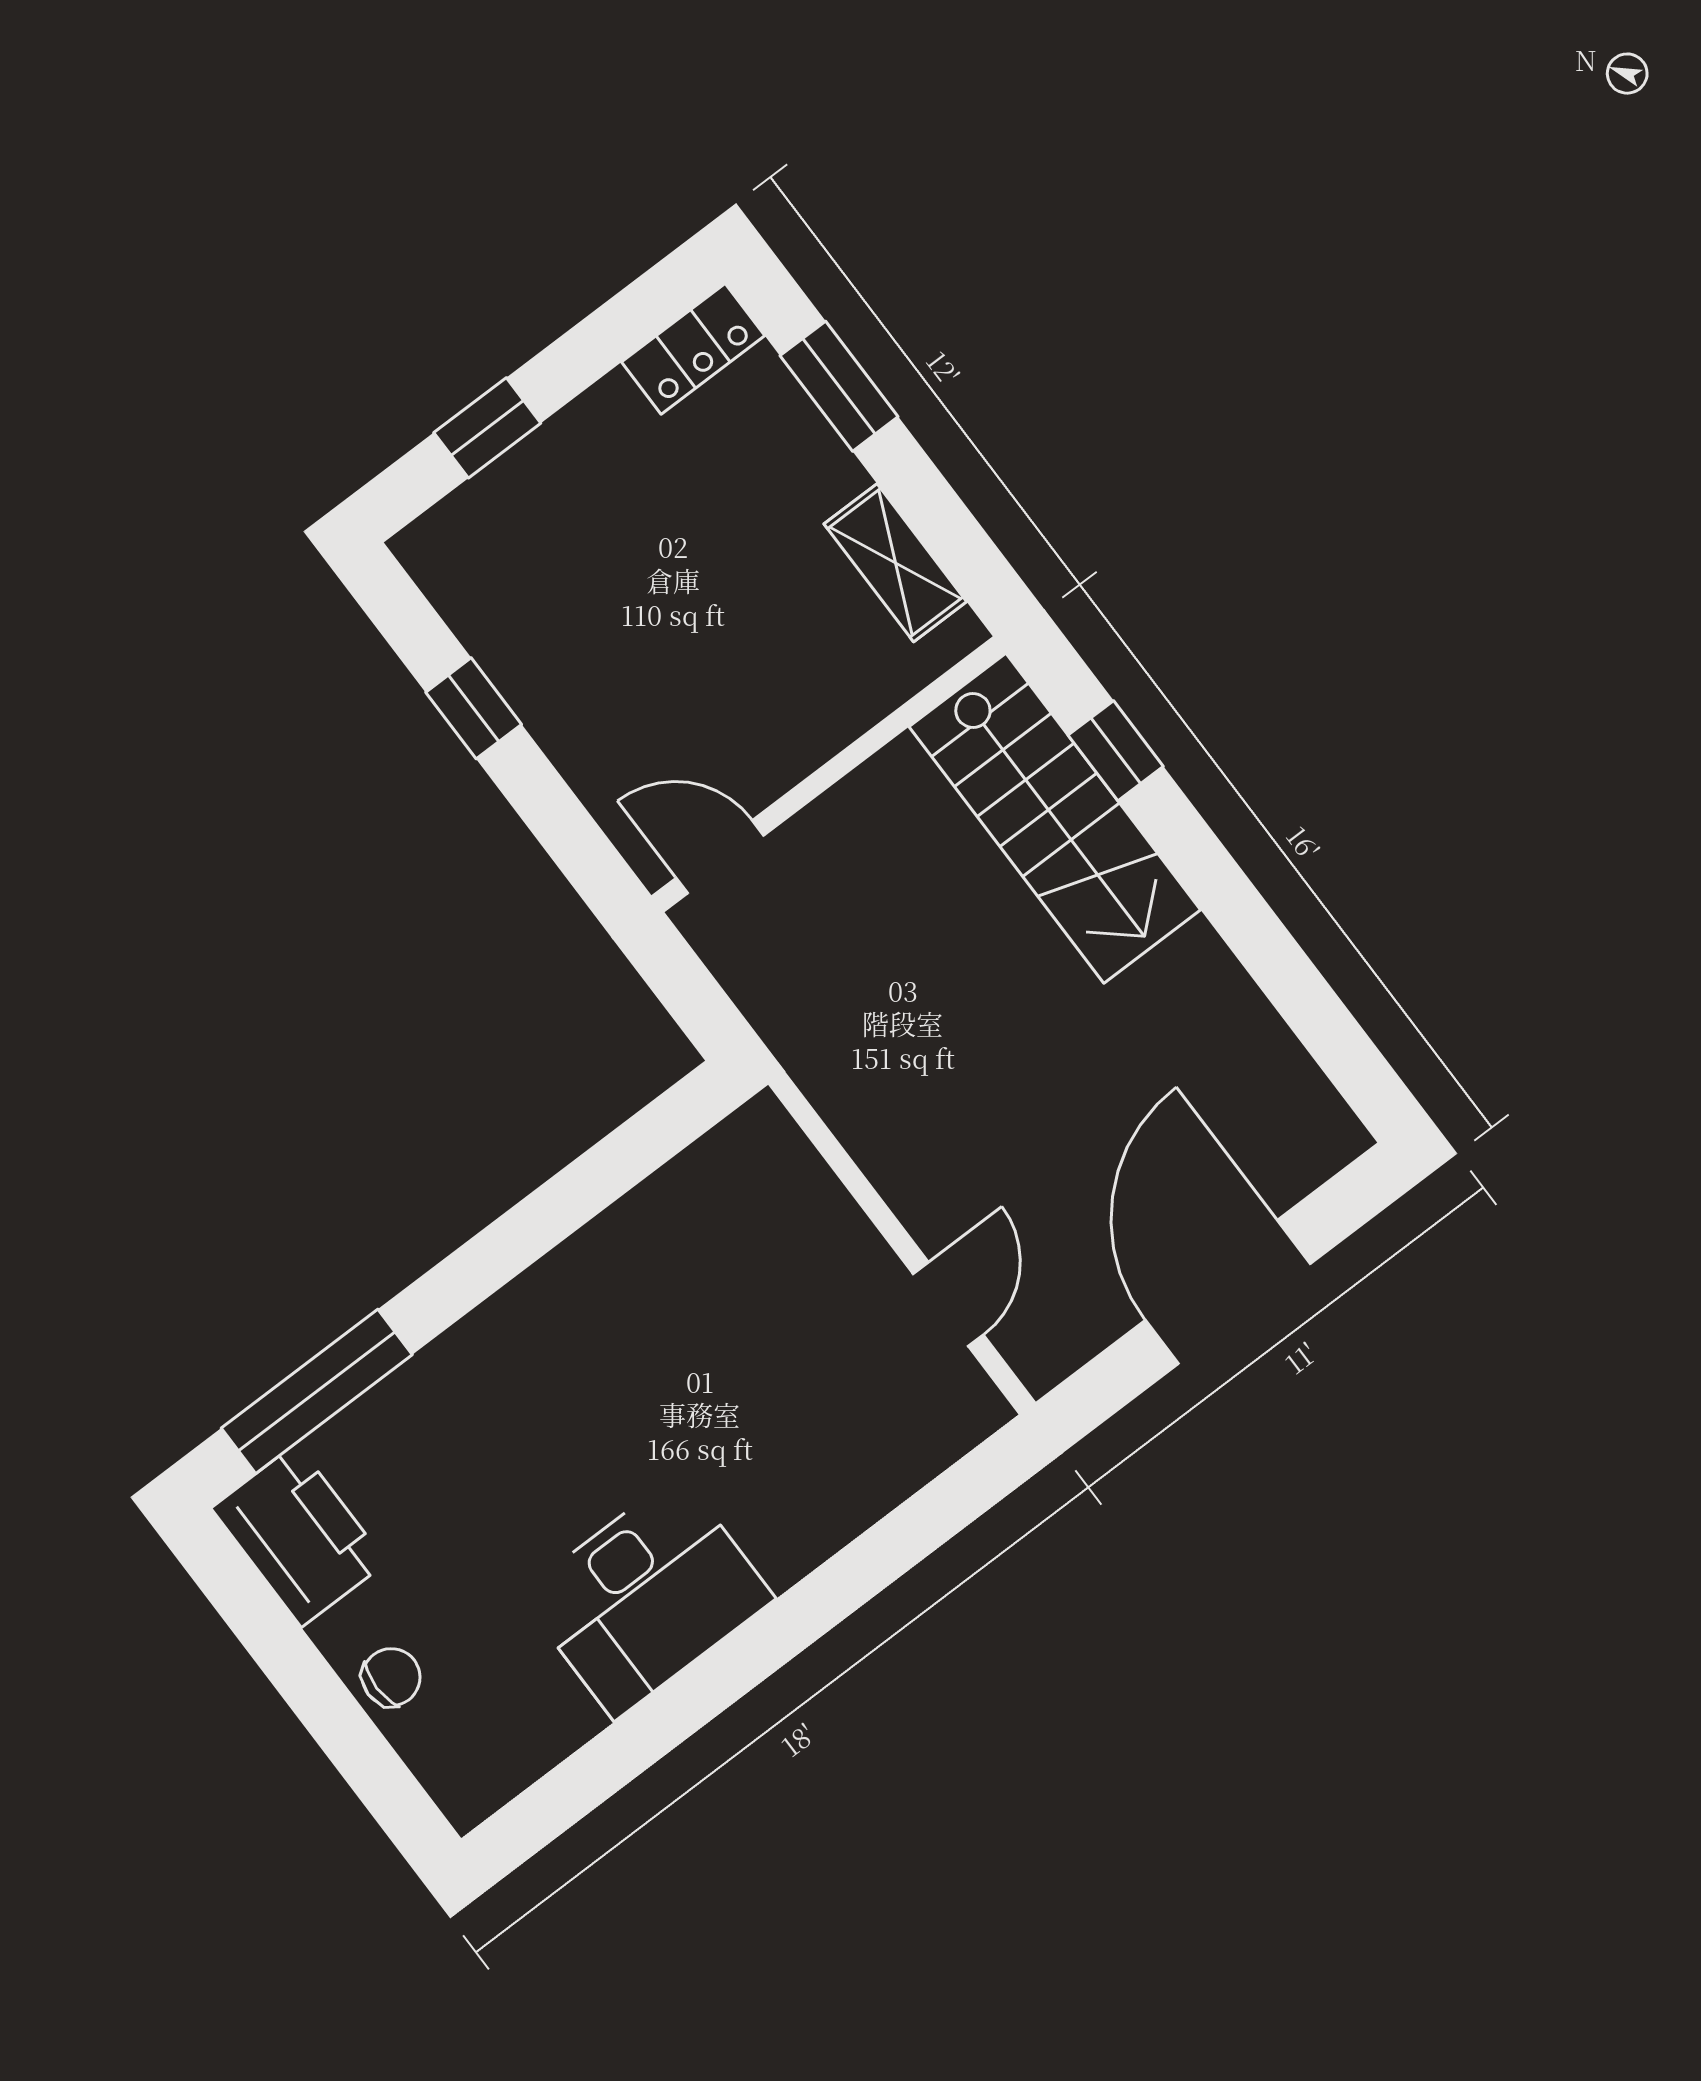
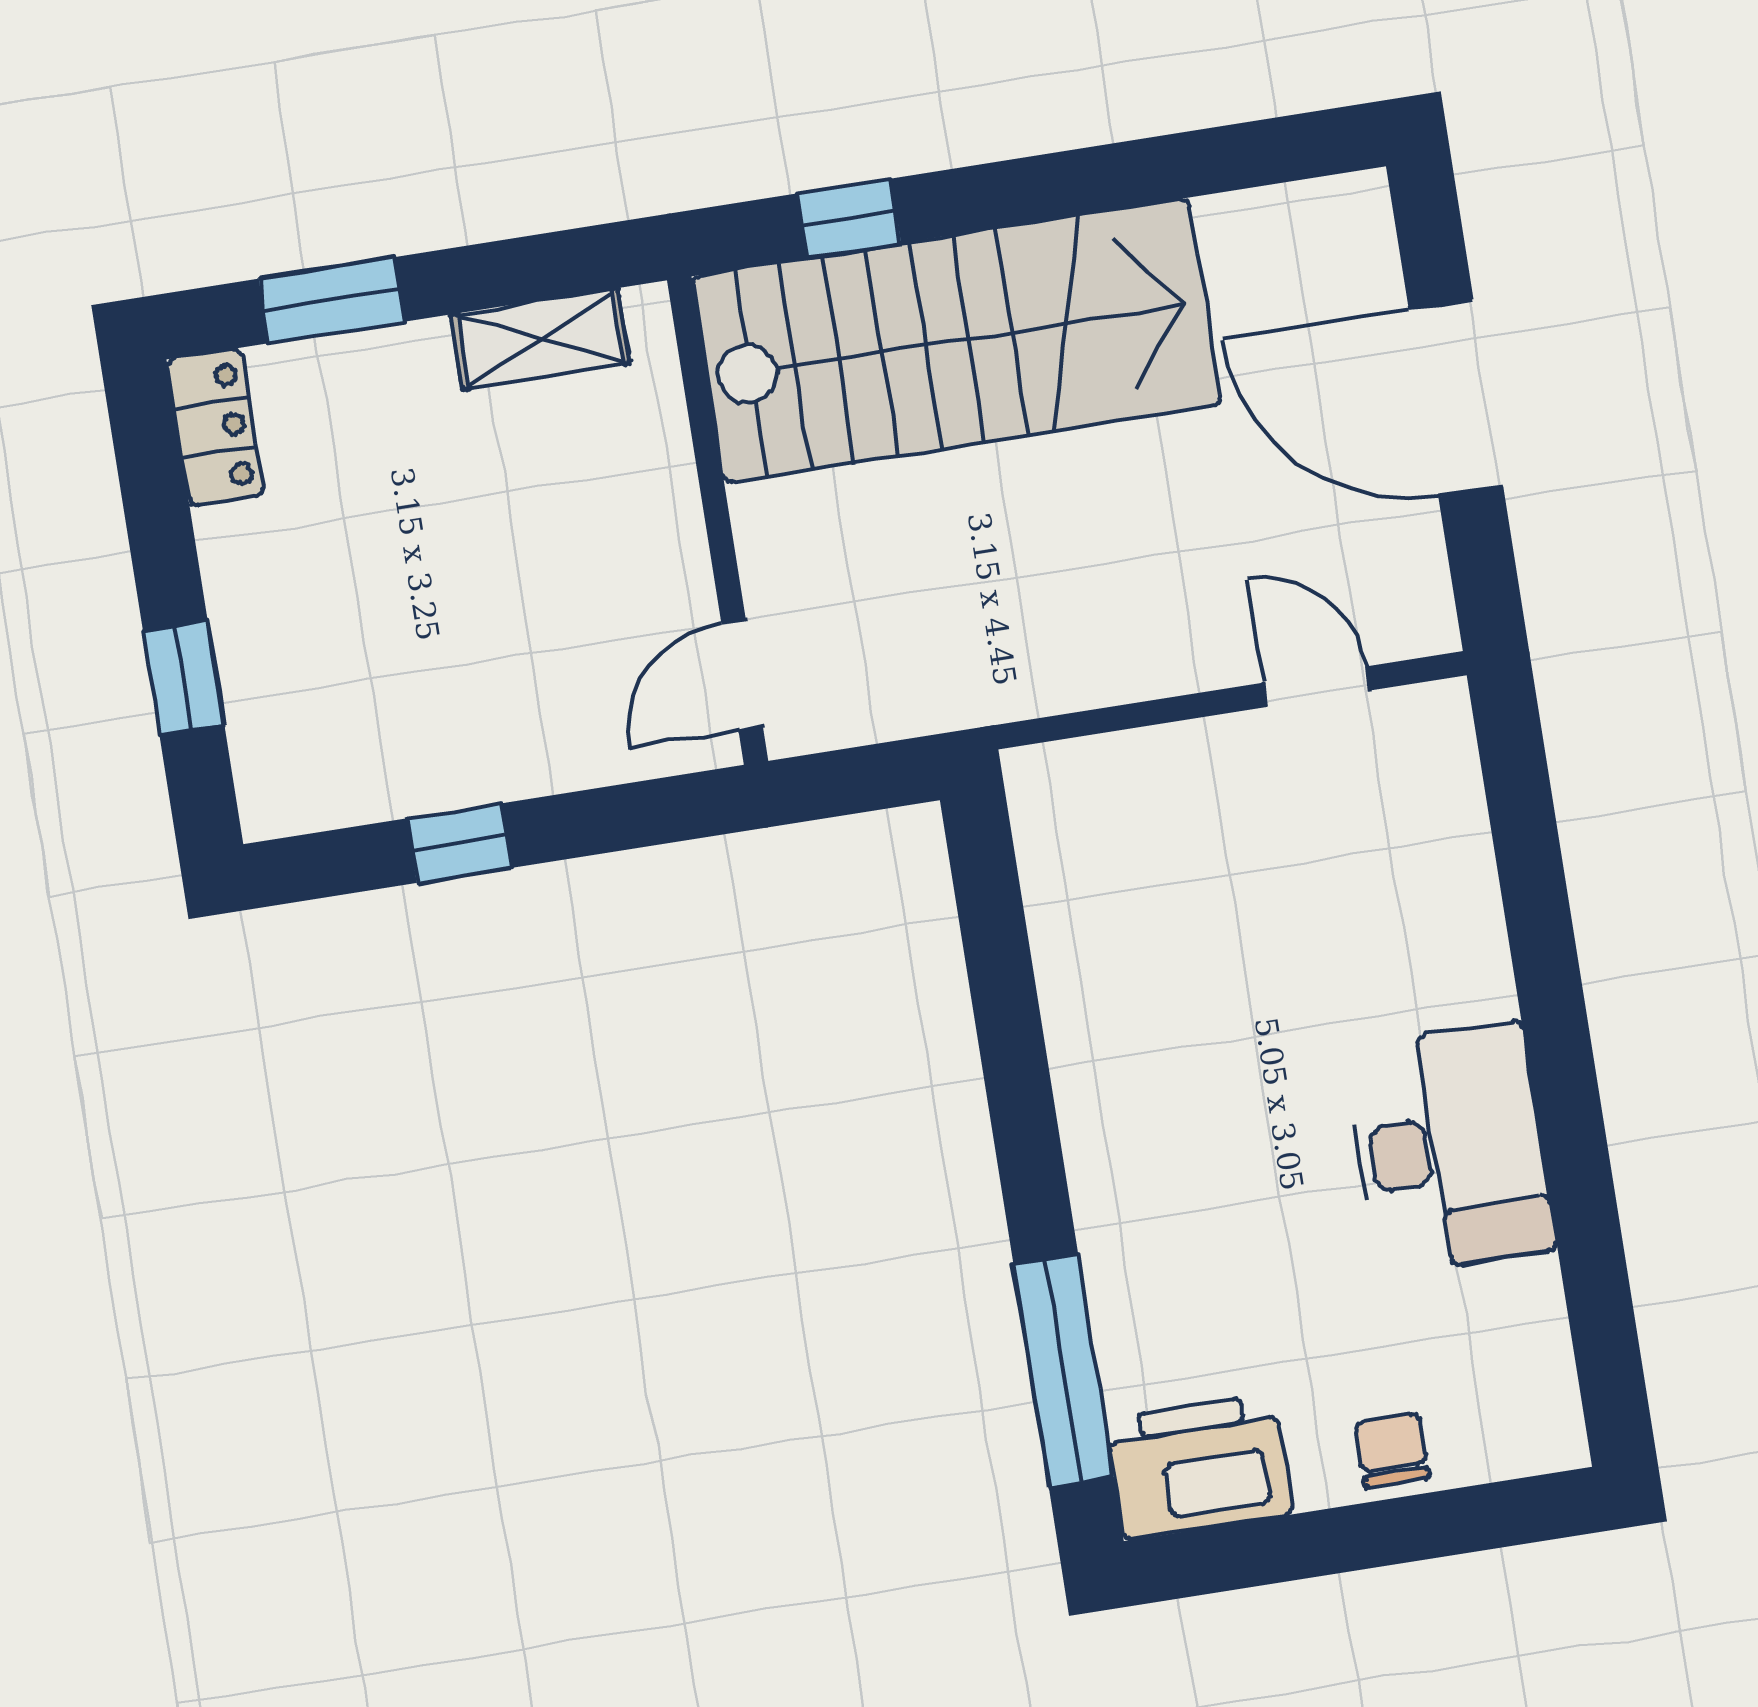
stairs: (1055, 818) -> (956, 341), width x1.36, depth x1.51

